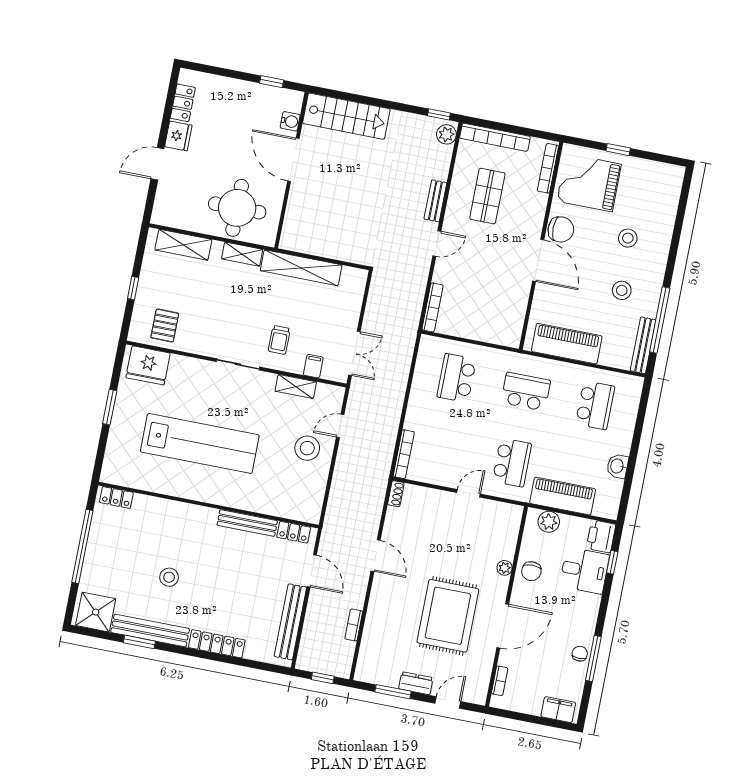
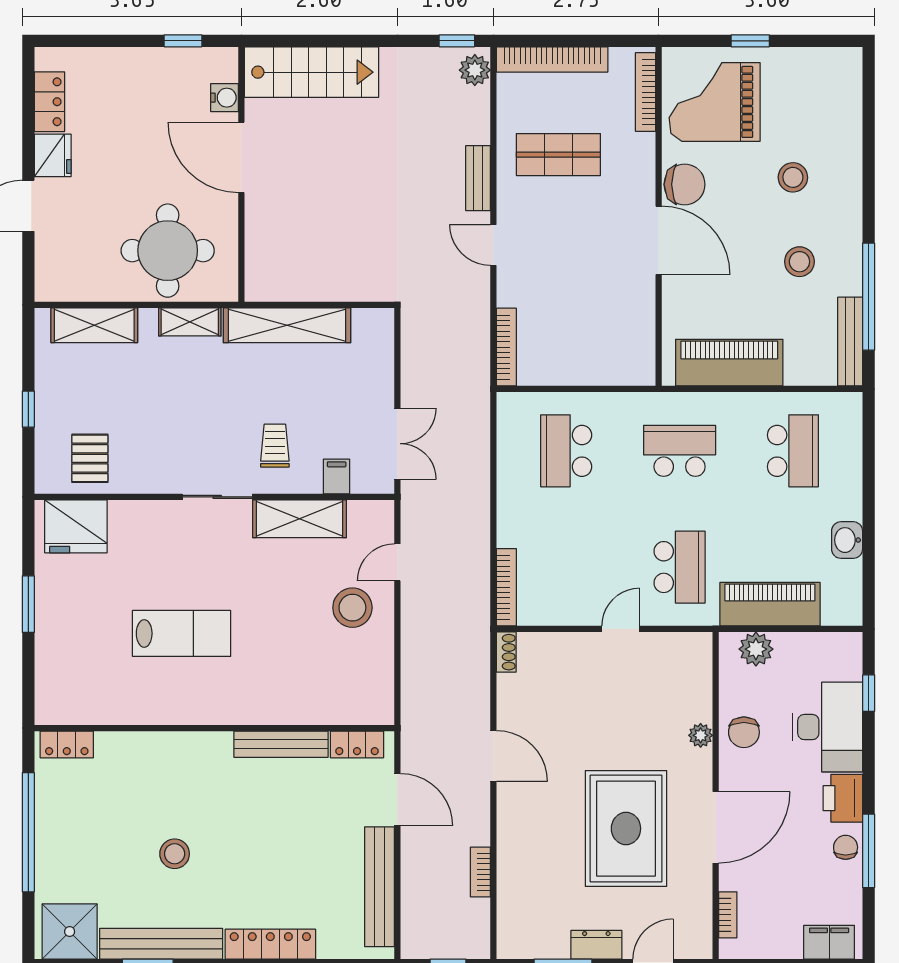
shop shelf: (487, 196) -> (558, 155), turned 90
door: (437, 243) -> (493, 245), swing flipped
trolley: (279, 340) -> (275, 446), turned 180
shelving: (296, 386) -> (300, 519), width x1.50, depth x1.33
lab bench: (200, 443) -> (182, 633), width x0.54, depth x0.72
printer: (601, 536) -> (843, 798), moved
desk: (584, 571) -> (827, 727), width x1.37

